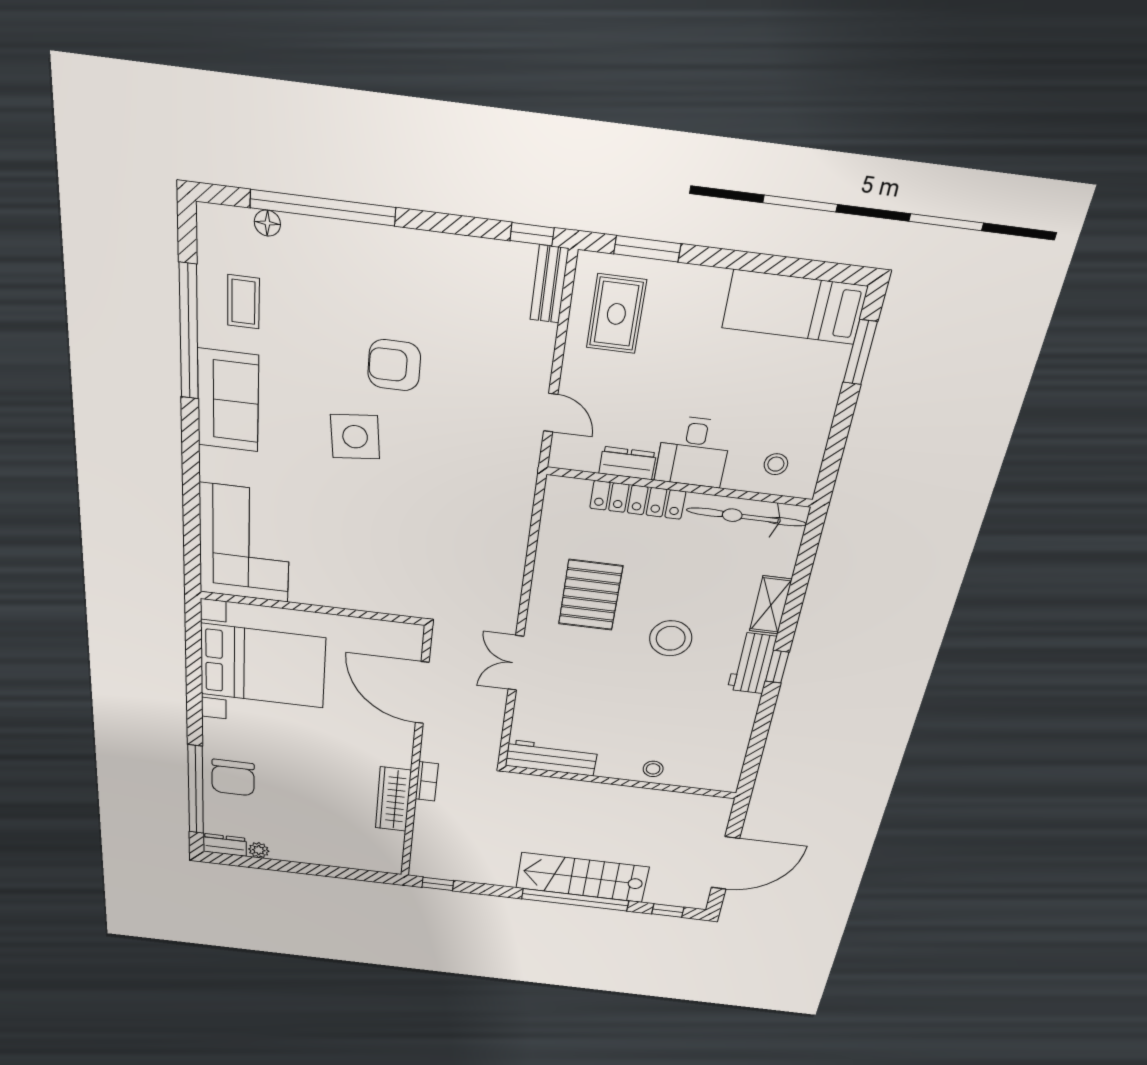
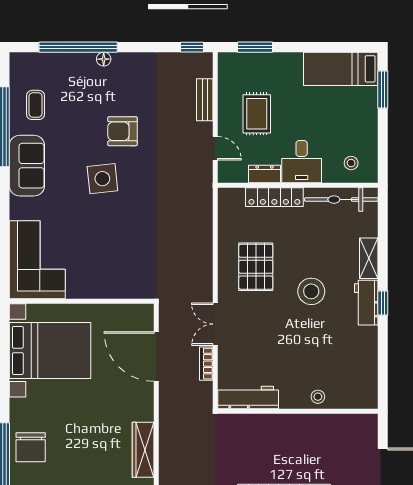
floor lamp: (267, 223) -> (104, 59), moved
bench: (549, 284) -> (205, 100), moved
rug: (616, 314) -> (257, 114), moved
bookcase: (427, 781) -> (206, 364), moved, turned 180

